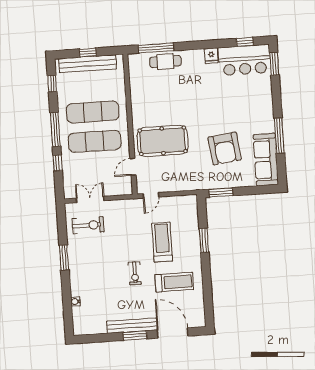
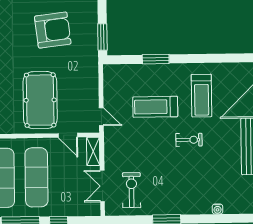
shelving: (120, 190) -> (93, 151), added
treadmill: (174, 282) -> (202, 96), turned 180

